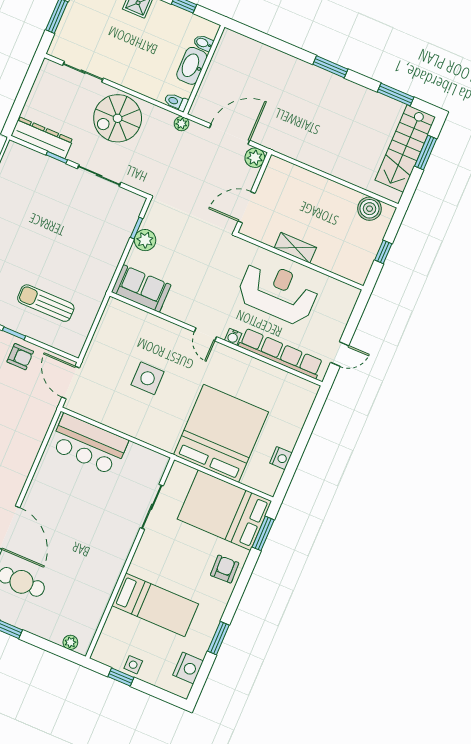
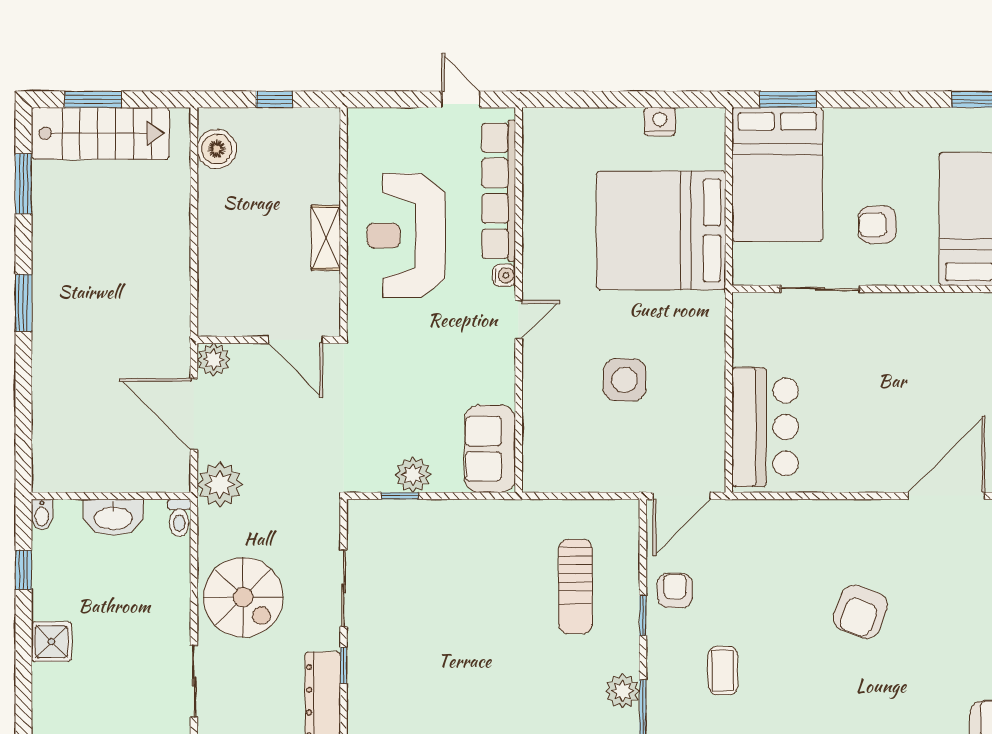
bidet: (203, 43) -> (42, 514), moved
plant: (182, 124) -> (220, 484), width x1.87, depth x1.87
armchair: (225, 569) -> (877, 225), moved

